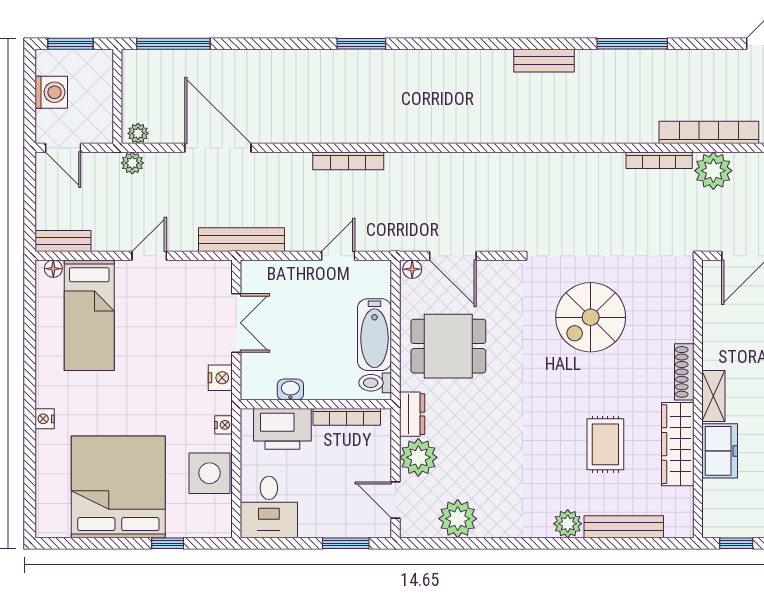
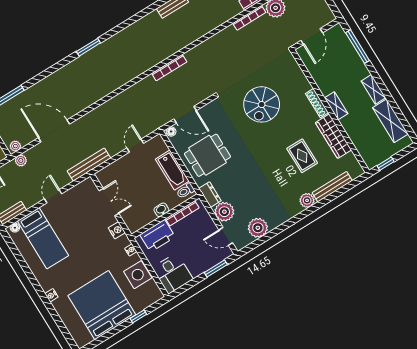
bookcase: (348, 161) -> (169, 68), moved
washbasin: (290, 390) -> (161, 210), moved
freezer: (720, 451) -> (354, 128), removed

